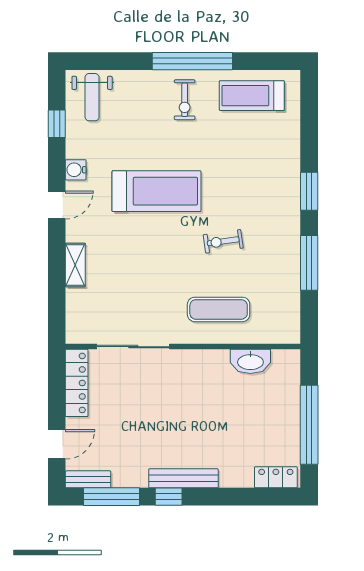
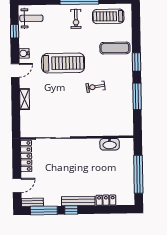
weight bench: (92, 97) -> (31, 18), turned -90
exercise mat: (219, 309) -> (115, 48), moved
locker: (276, 477) -> (106, 200), moved

